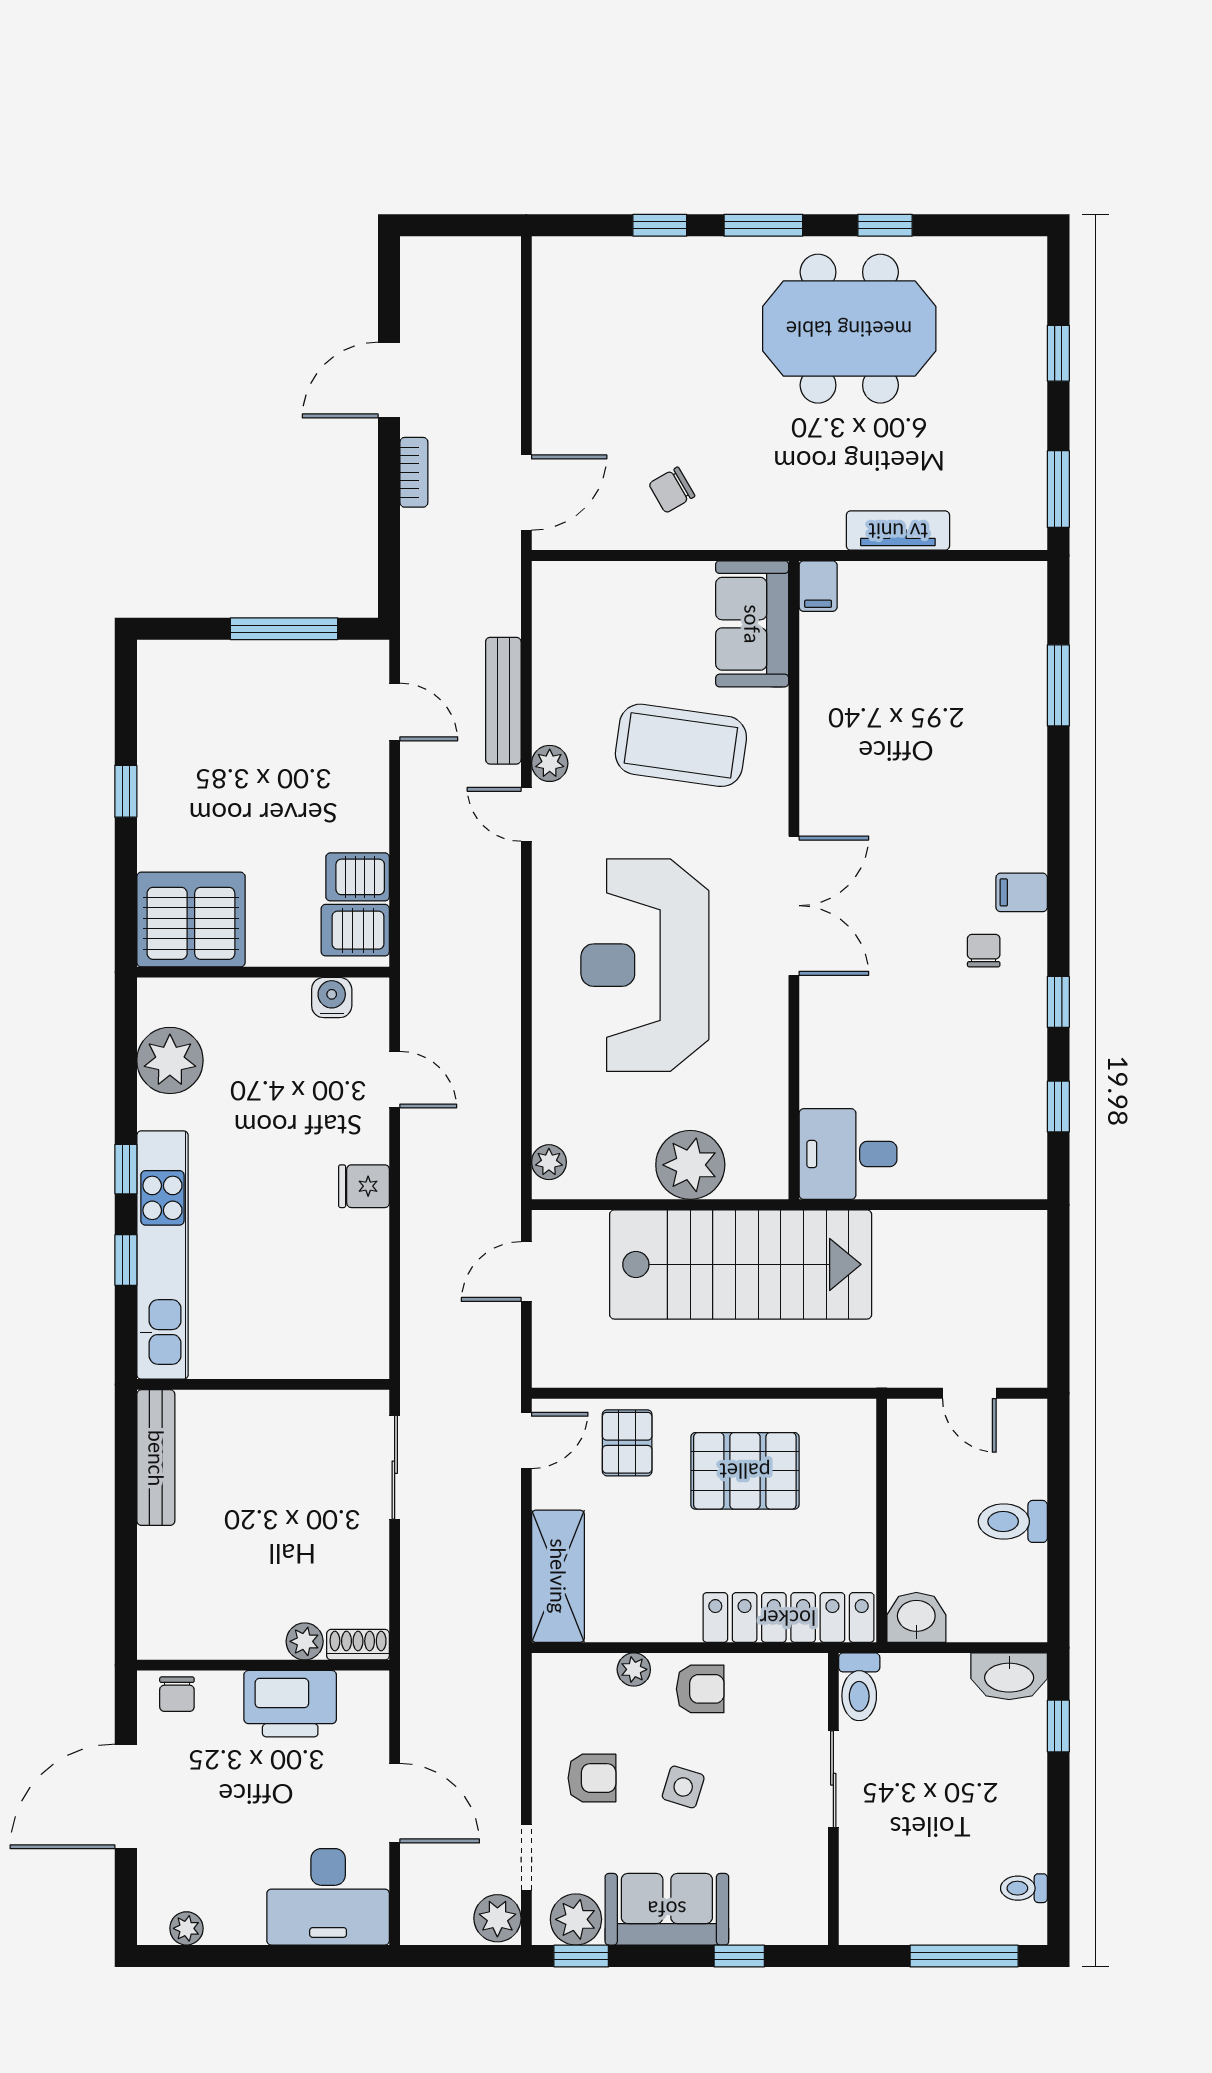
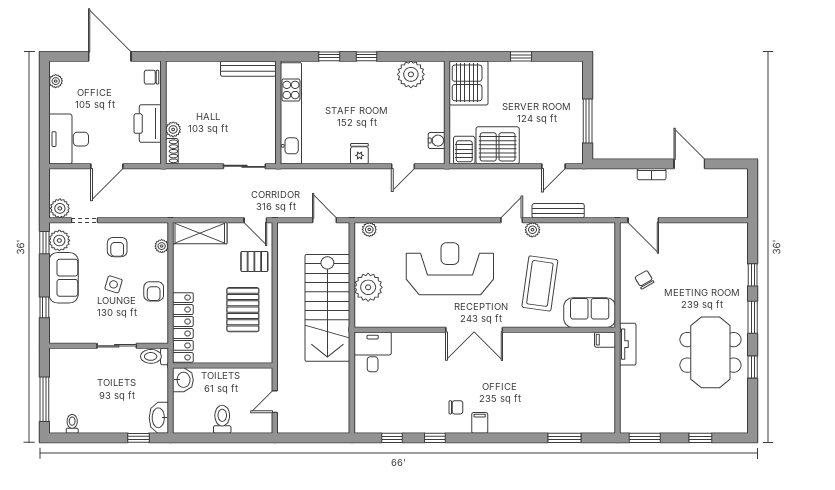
tv unit: (898, 531) -> (628, 344), moved
server rack: (358, 877) -> (498, 145), width x2.18, depth x1.44
kitchen unit: (162, 1255) -> (291, 113), moved, turned -90
plant: (634, 1669) -> (162, 246), moved

